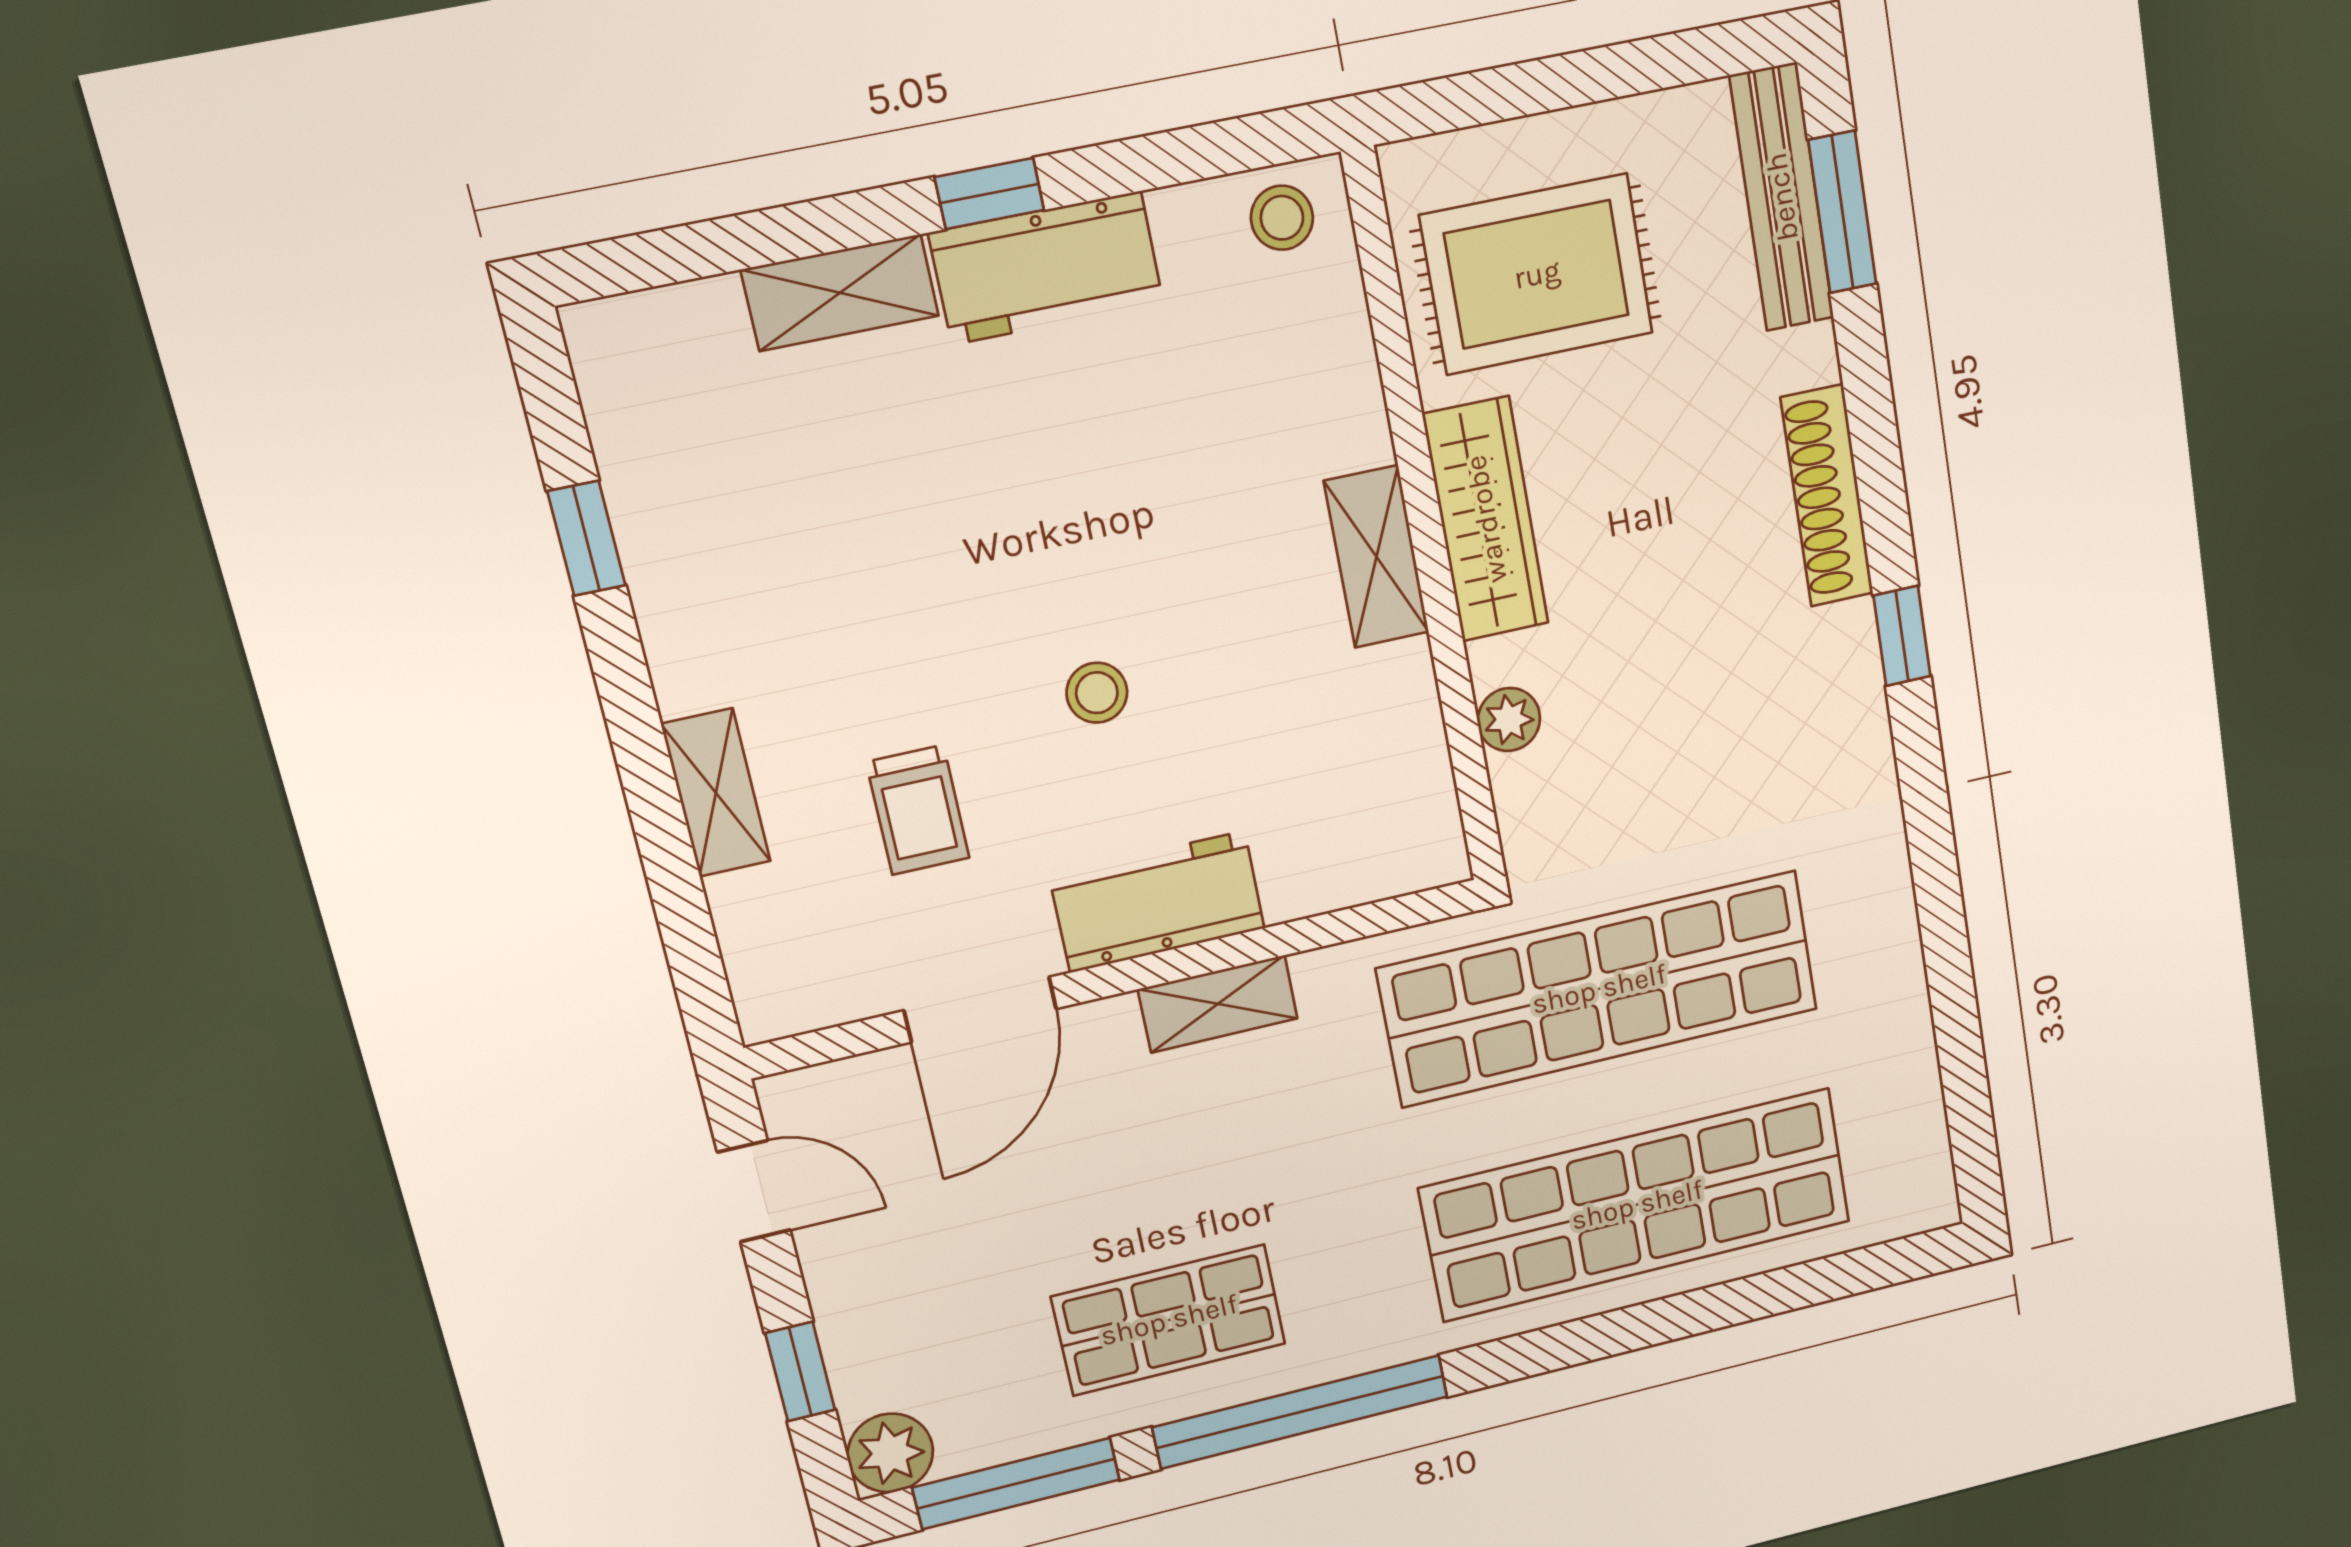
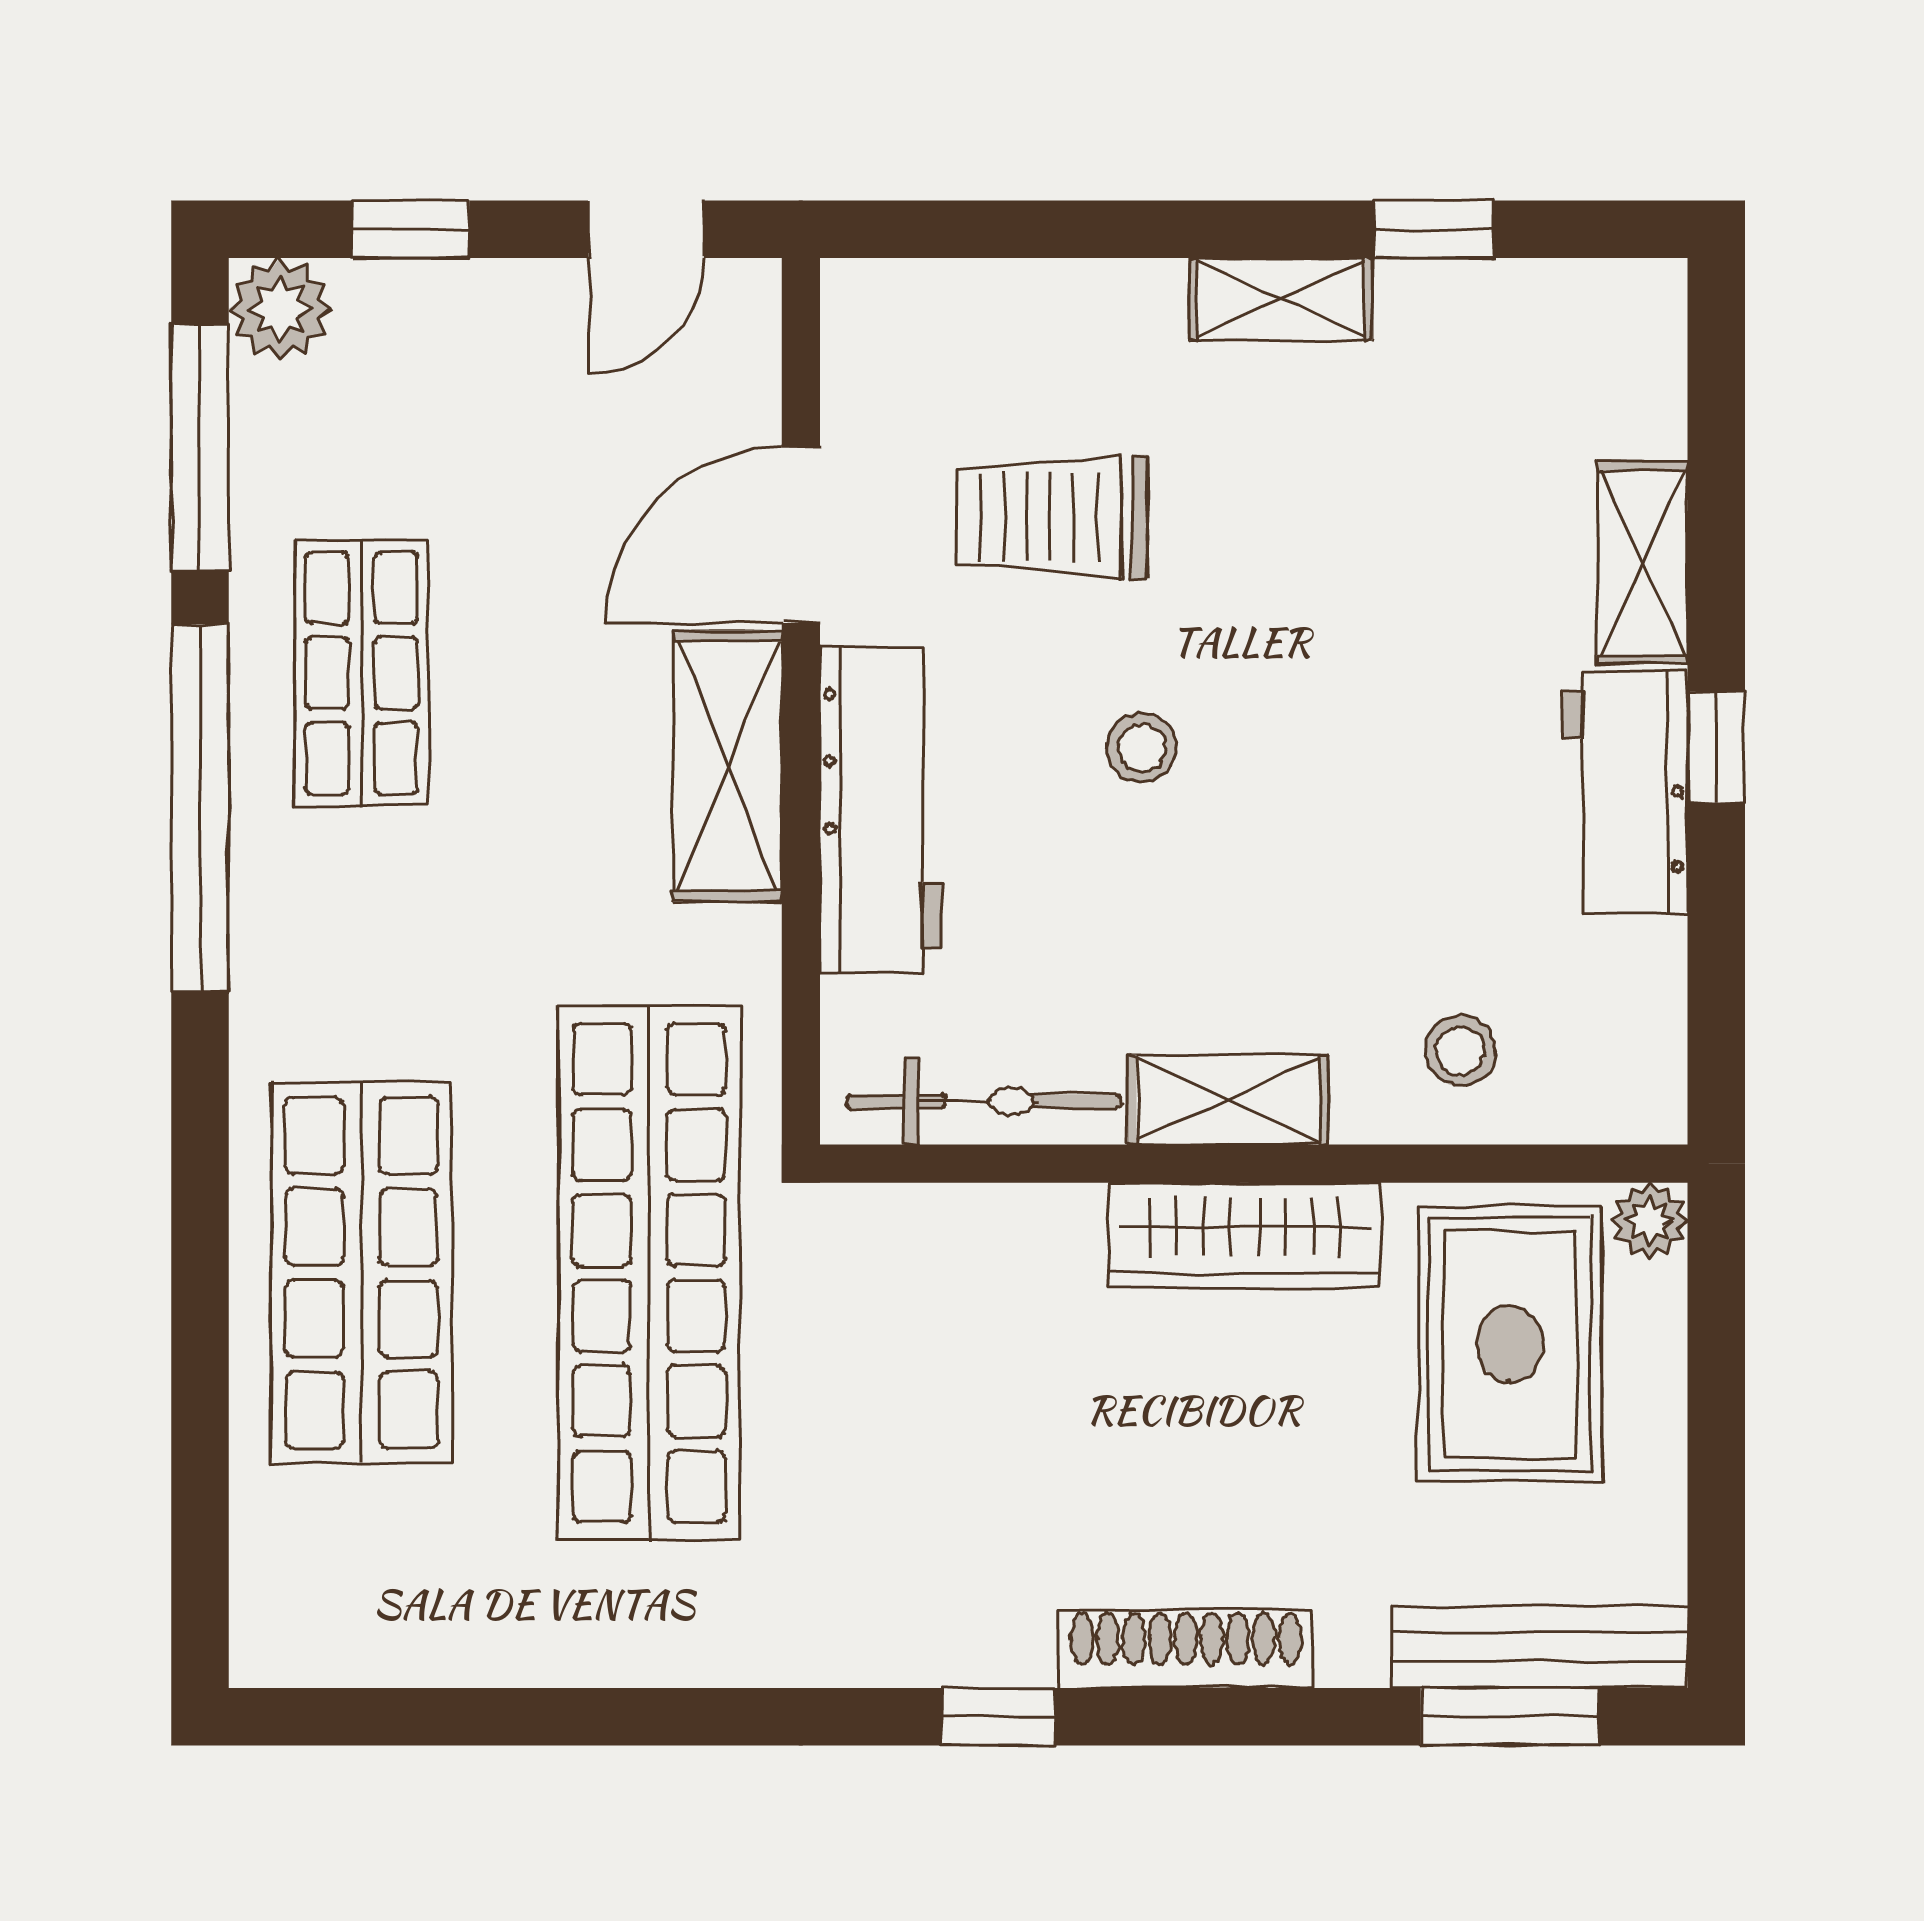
stool: (1282, 218) -> (1460, 1051), moved
plant: (1509, 720) -> (1650, 1221), moved
bicycle: (1415, 757) -> (984, 1101), added
shelving: (716, 793) -> (1281, 299), moved
trolley: (918, 810) -> (1052, 517), width x1.36, depth x1.39
workbench: (1157, 902) -> (881, 810), width x1.37
shelving: (1218, 1004) -> (728, 766), width x1.50, depth x1.33
door: (980, 1010) -> (801, 535), hinge flipped
shop shelf: (1637, 1205) -> (361, 1273), width x0.71

